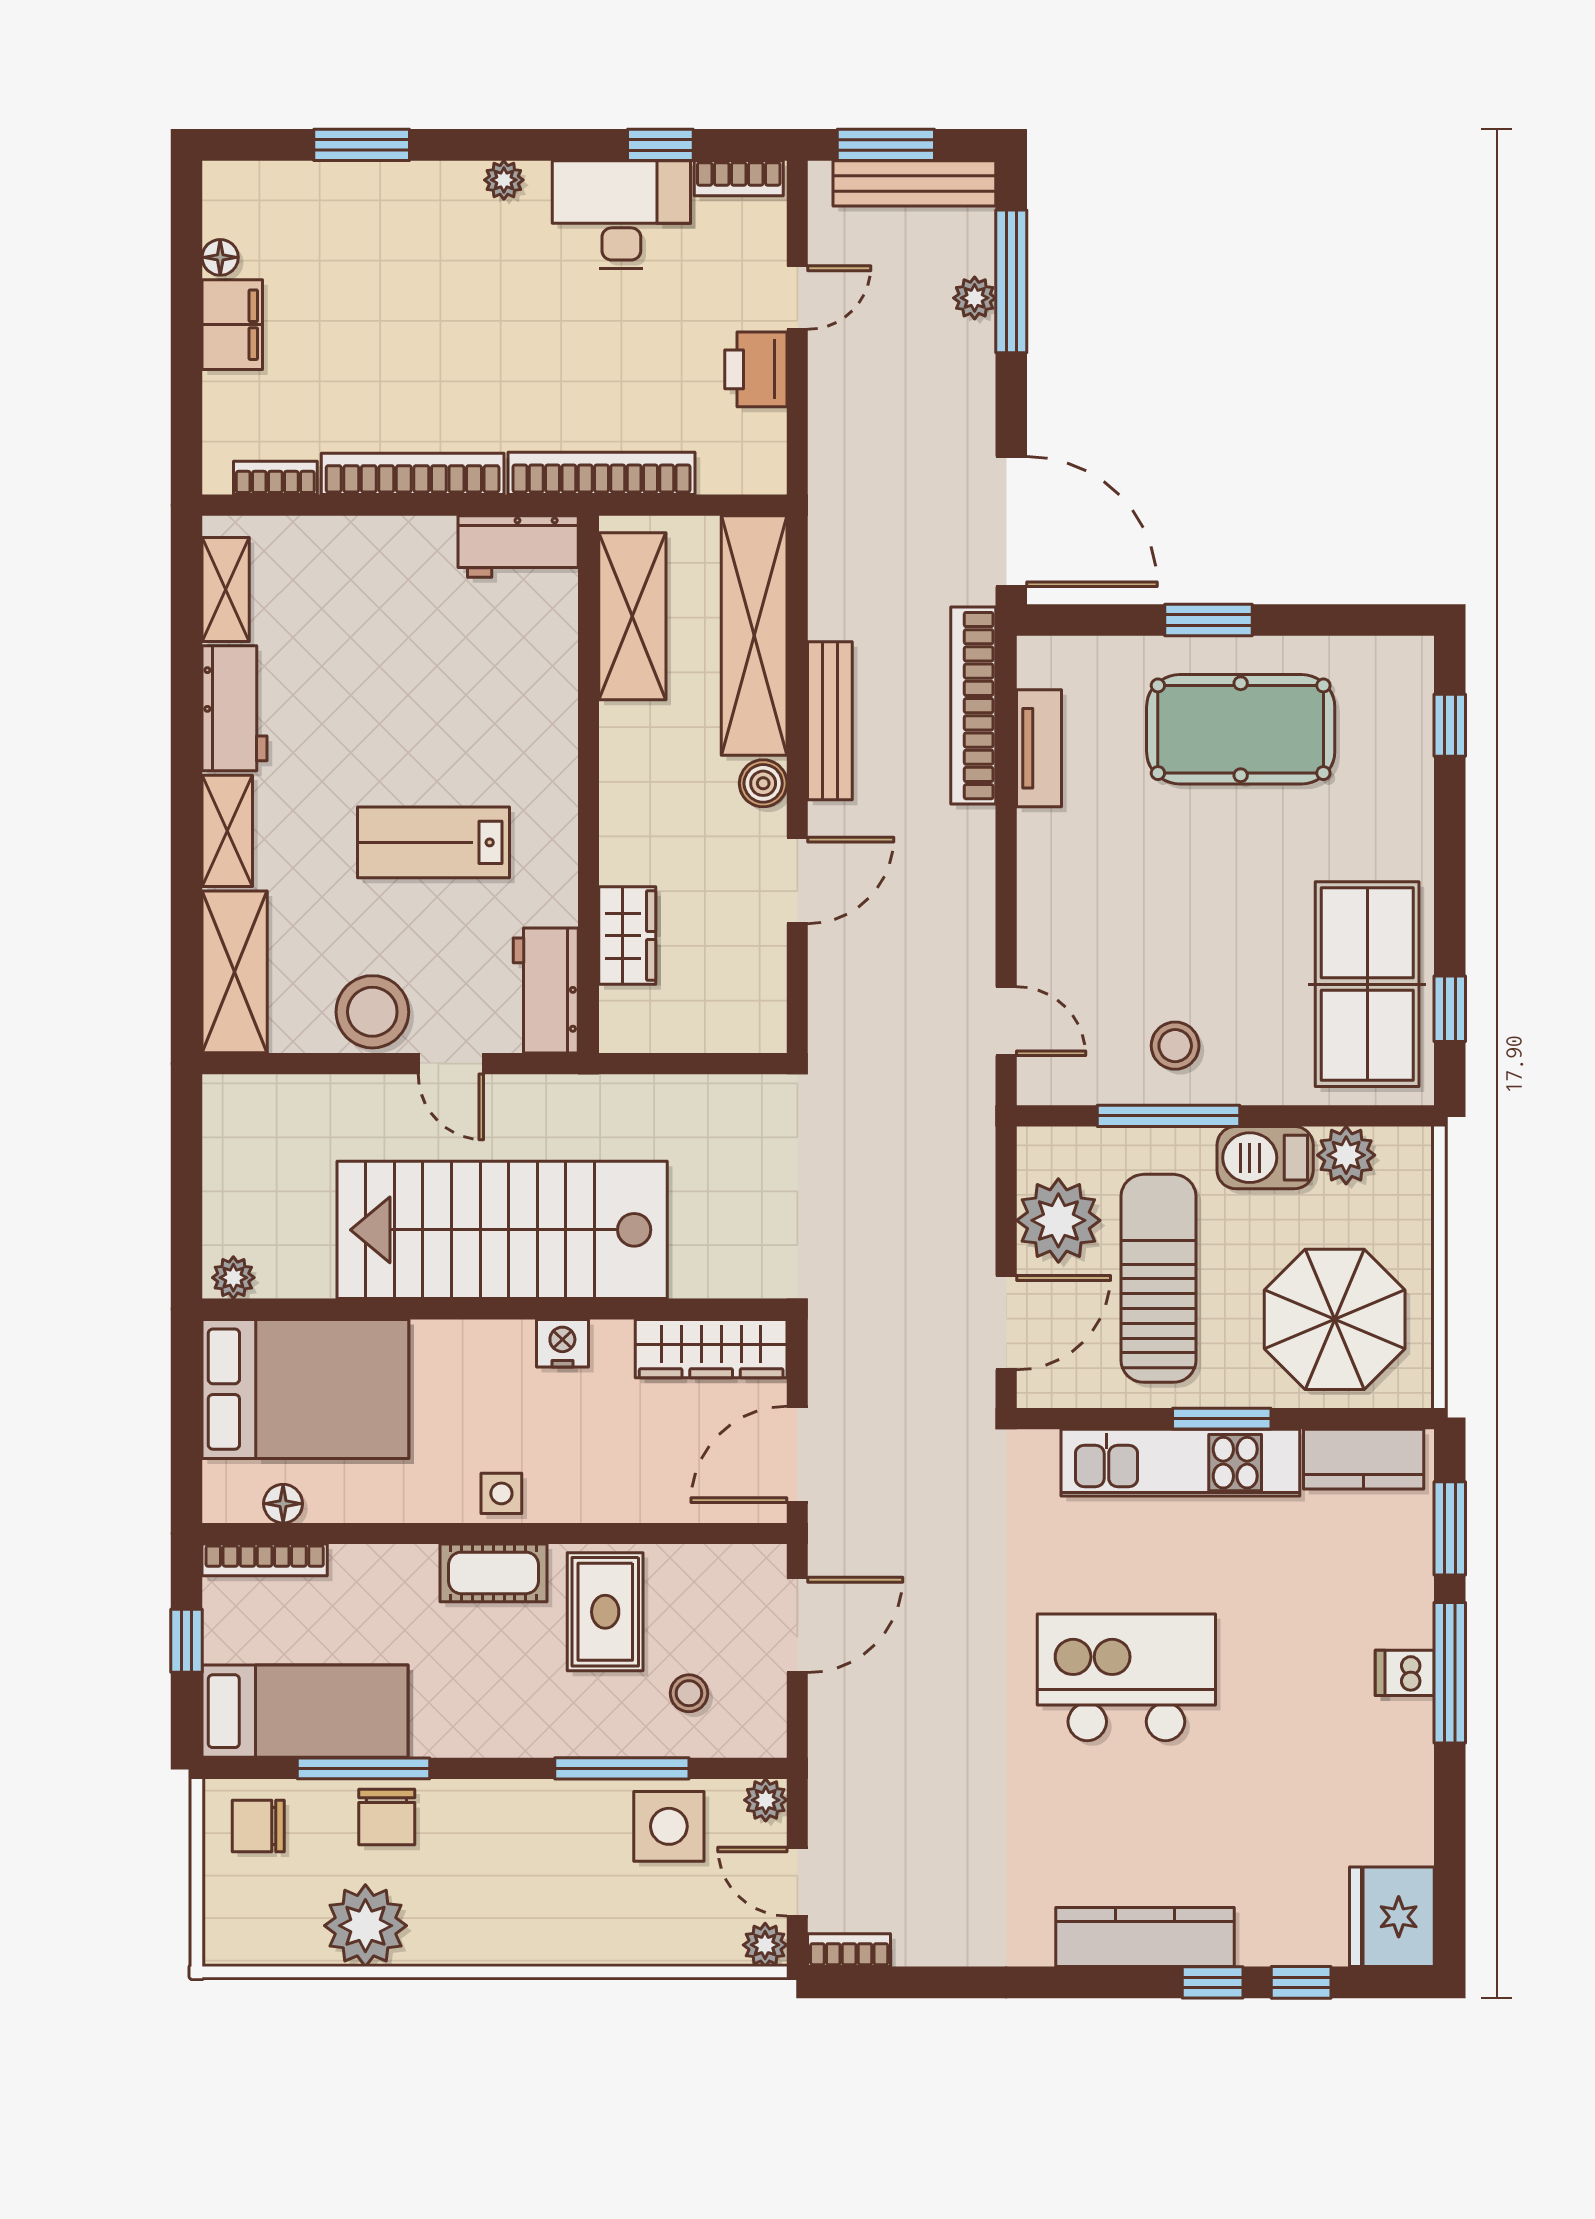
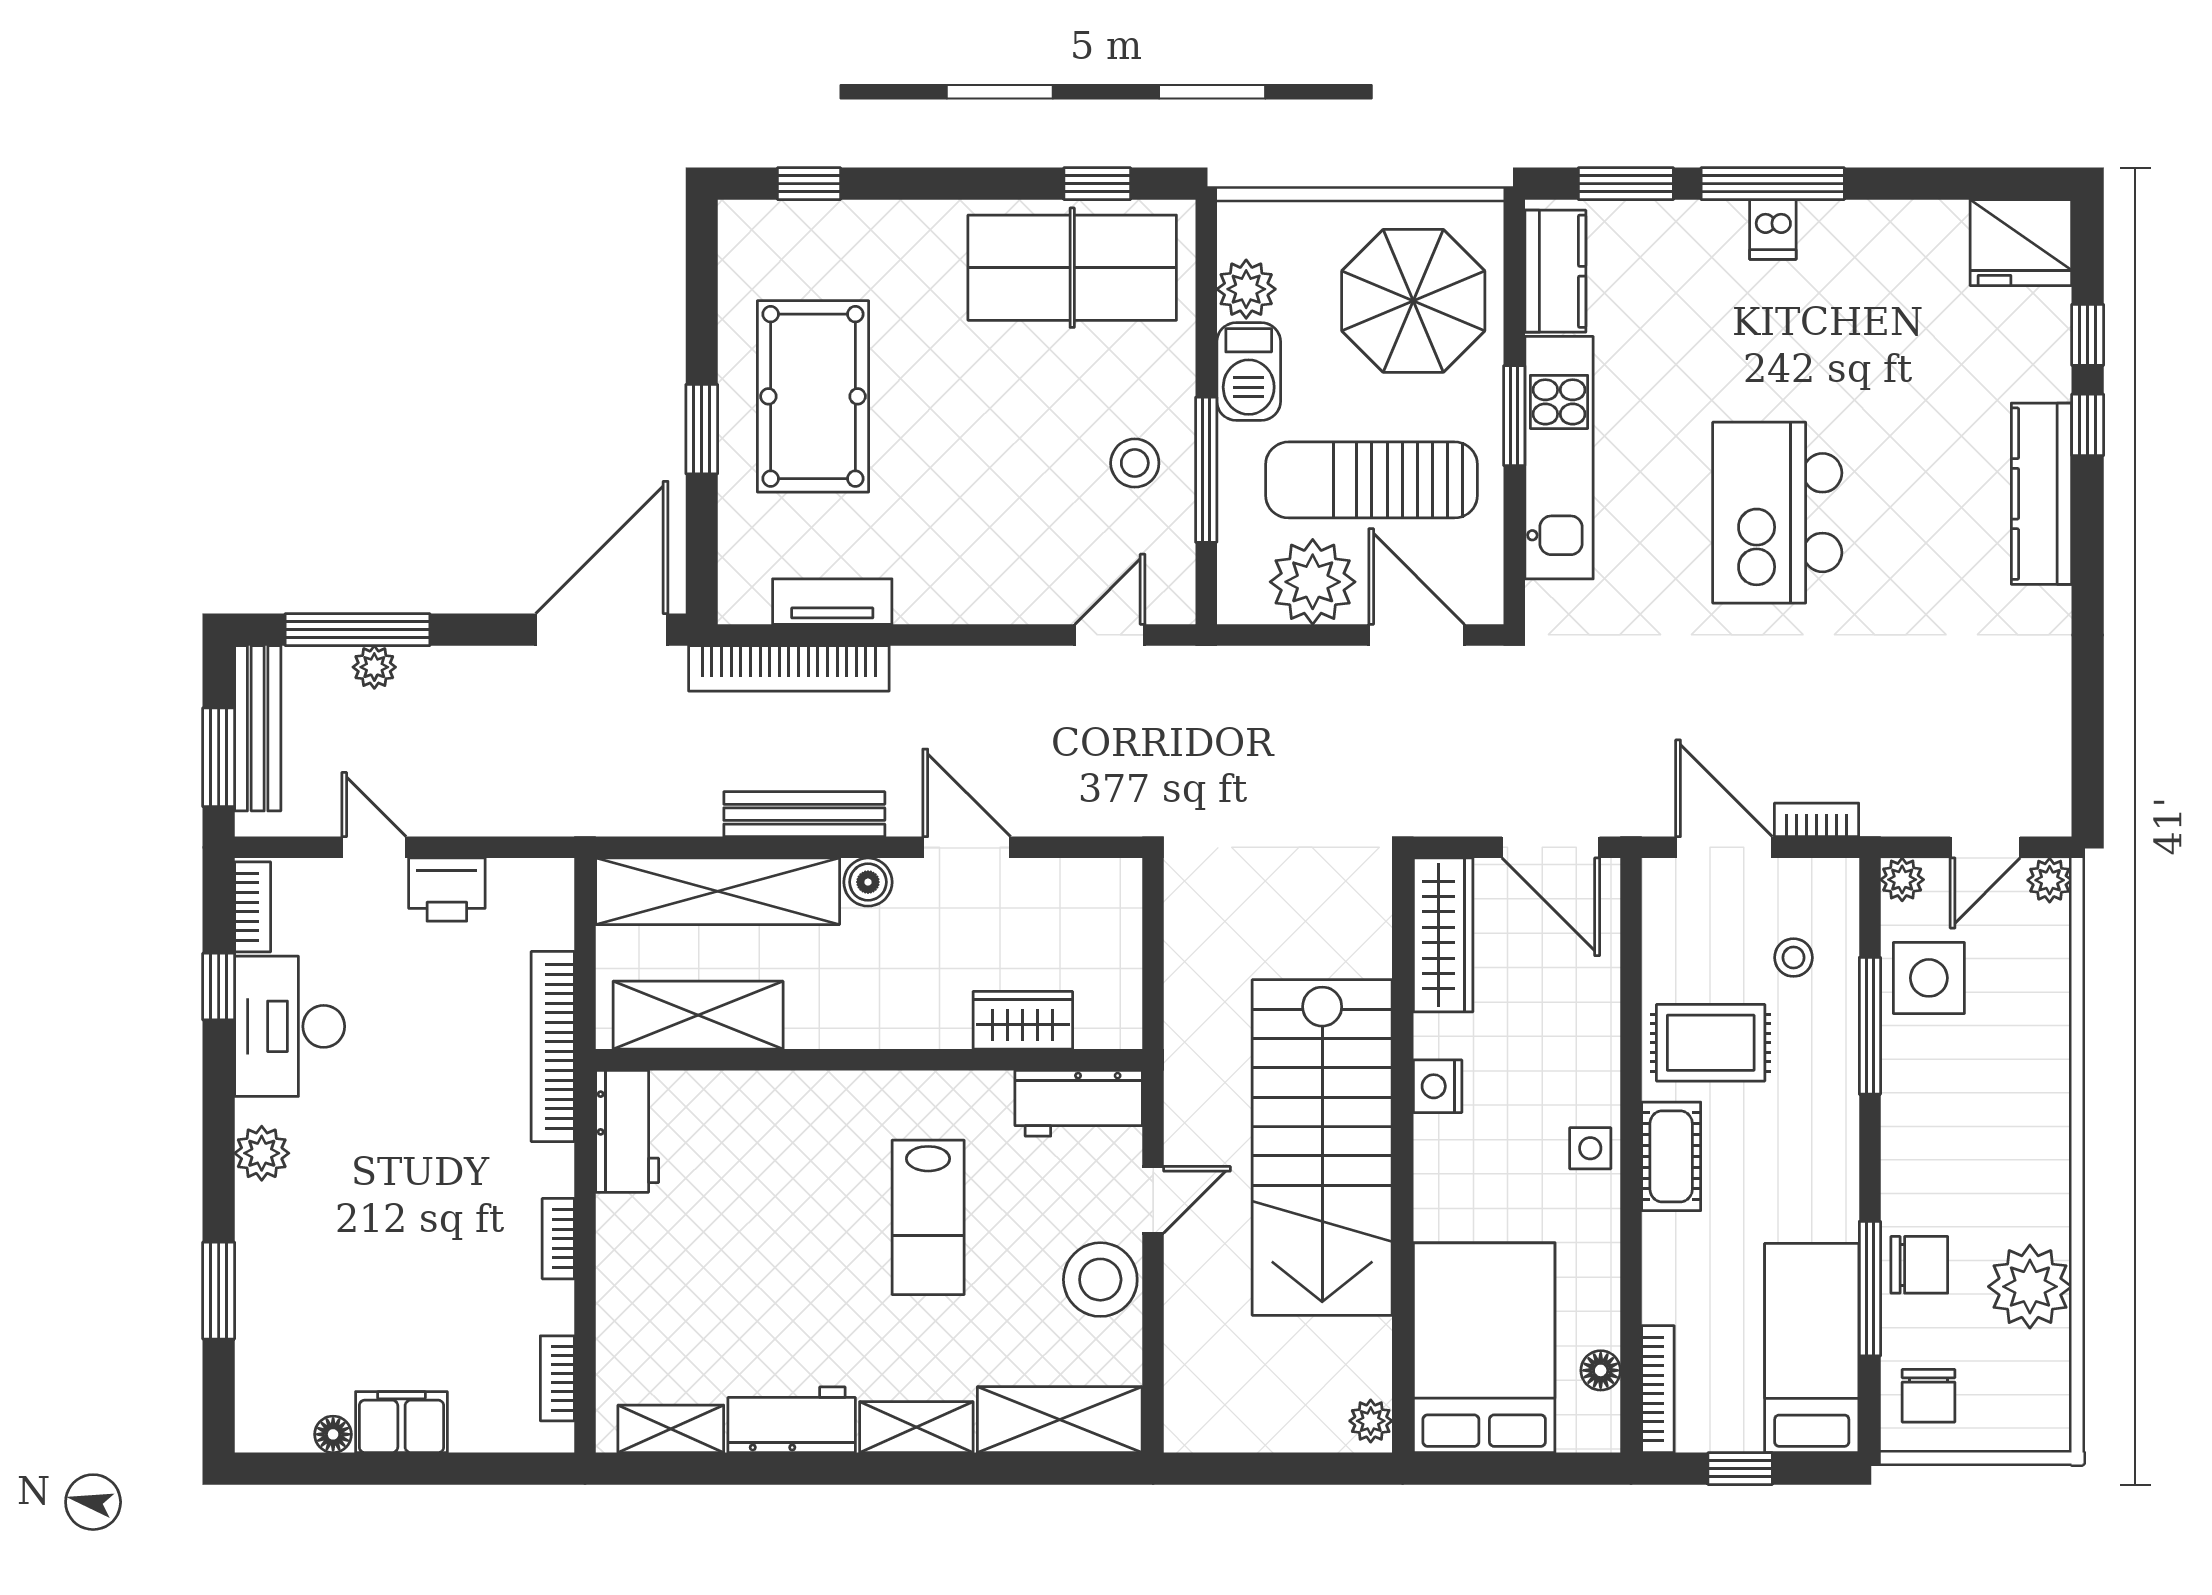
plant: (504, 180) -> (262, 1153), width x1.38, depth x1.38
bookcase: (413, 474) -> (558, 1239), width x0.43, depth x0.76
bookcase: (849, 1950) -> (1817, 820), moved, turned 90

